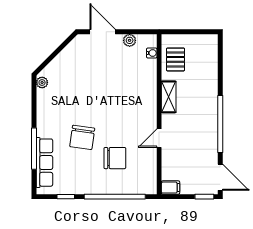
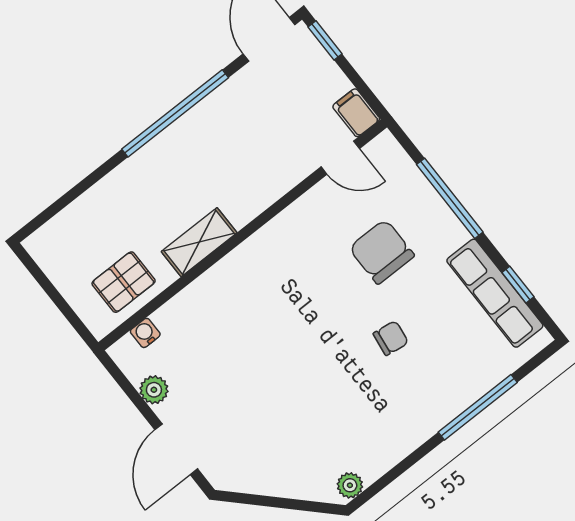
chair: (82, 137) -> (391, 338), width x0.54, depth x0.54
door: (159, 138) -> (340, 158), moved
row of seats: (44, 163) -> (495, 293), moved, turned -90
window: (115, 197) -> (450, 198), width x0.68

